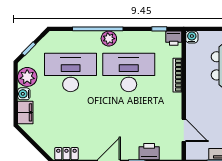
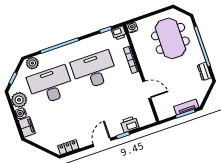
plant: (109, 39) -> (32, 63), moved
door: (184, 130) -> (147, 90), moved

